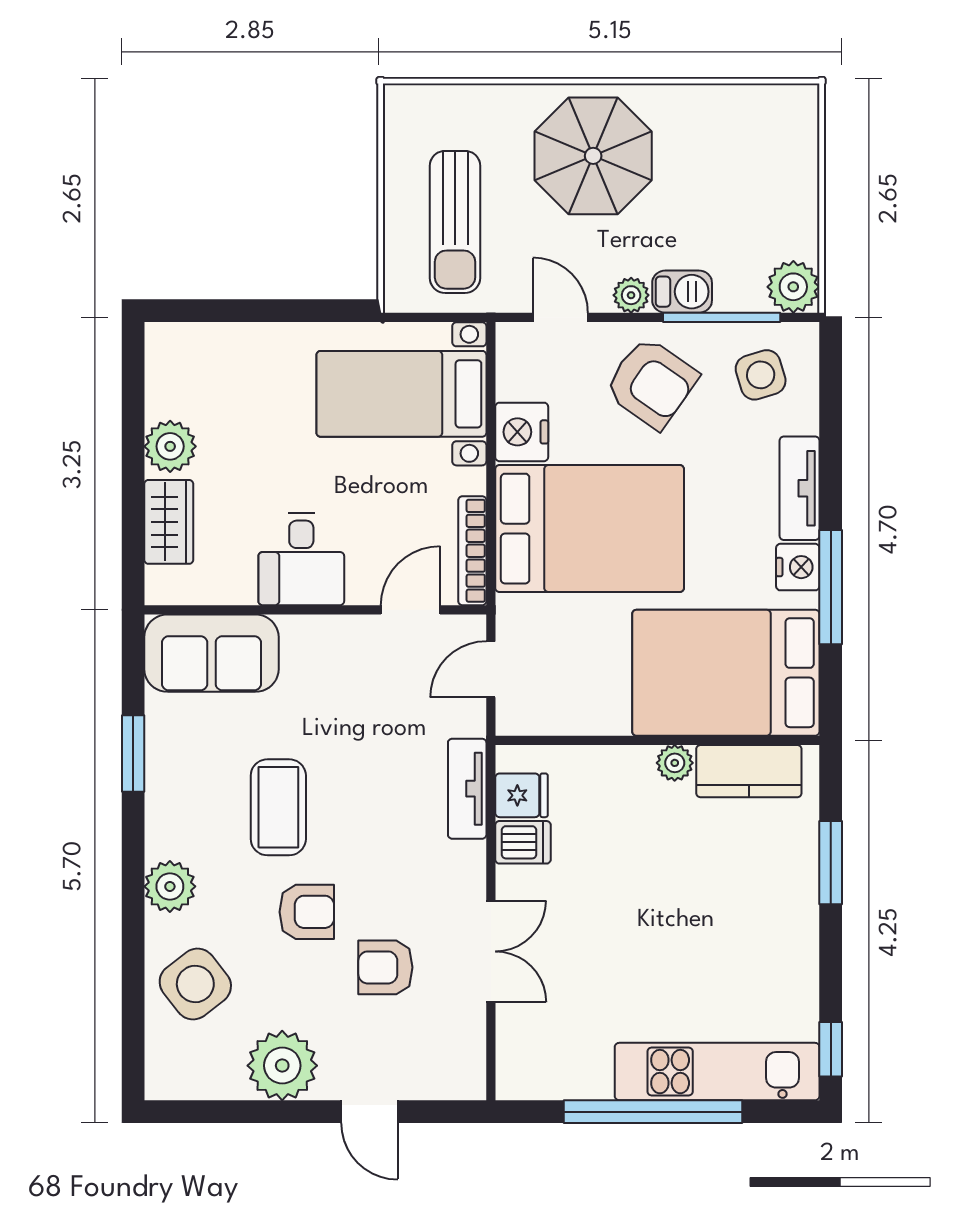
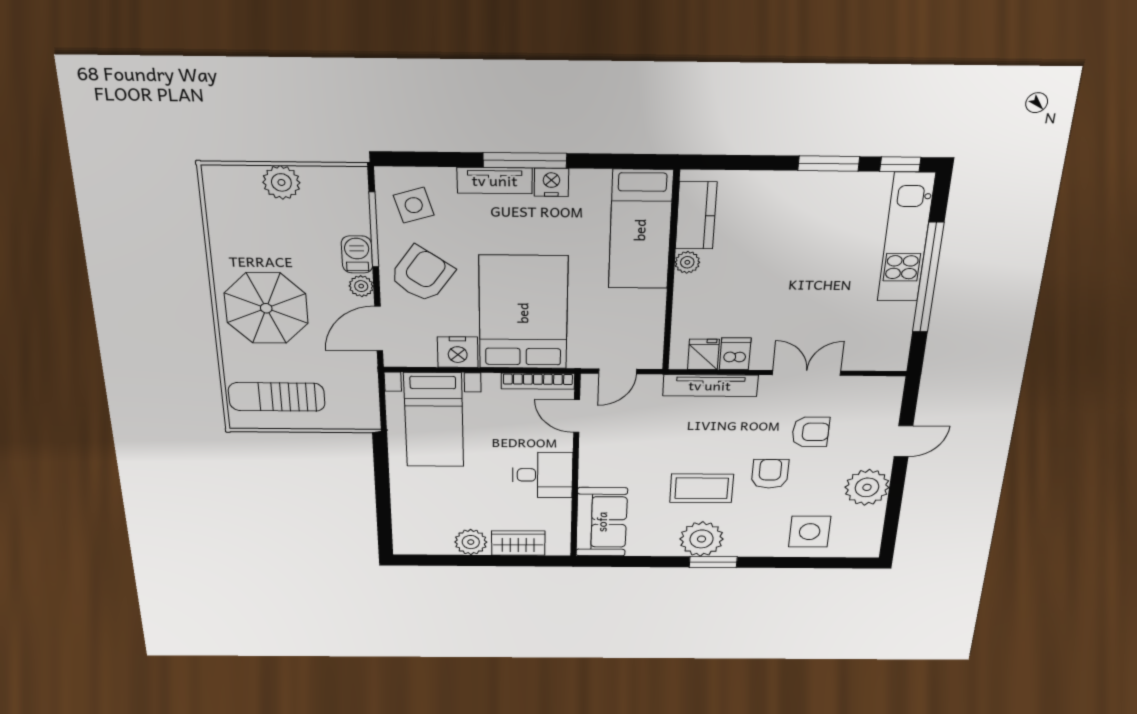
sun lounger: (455, 222) -> (277, 397), moved, turned 180
plant: (793, 287) -> (281, 182), moved
door: (560, 317) -> (379, 329), width x1.38
window: (831, 587) -> (525, 160), moved
door: (491, 669) -> (618, 371), hinge flipped
bed: (726, 673) -> (640, 230), width x0.67
window: (133, 754) -> (713, 562), moved
tv unit: (467, 789) -> (710, 386), width x1.41
window: (831, 863) -> (829, 164), moved
plant: (170, 886) -> (702, 539), moved, width x1.36, depth x1.36
armchair: (385, 967) -> (811, 432), turned -90
side table: (195, 984) -> (810, 532), turned 38

